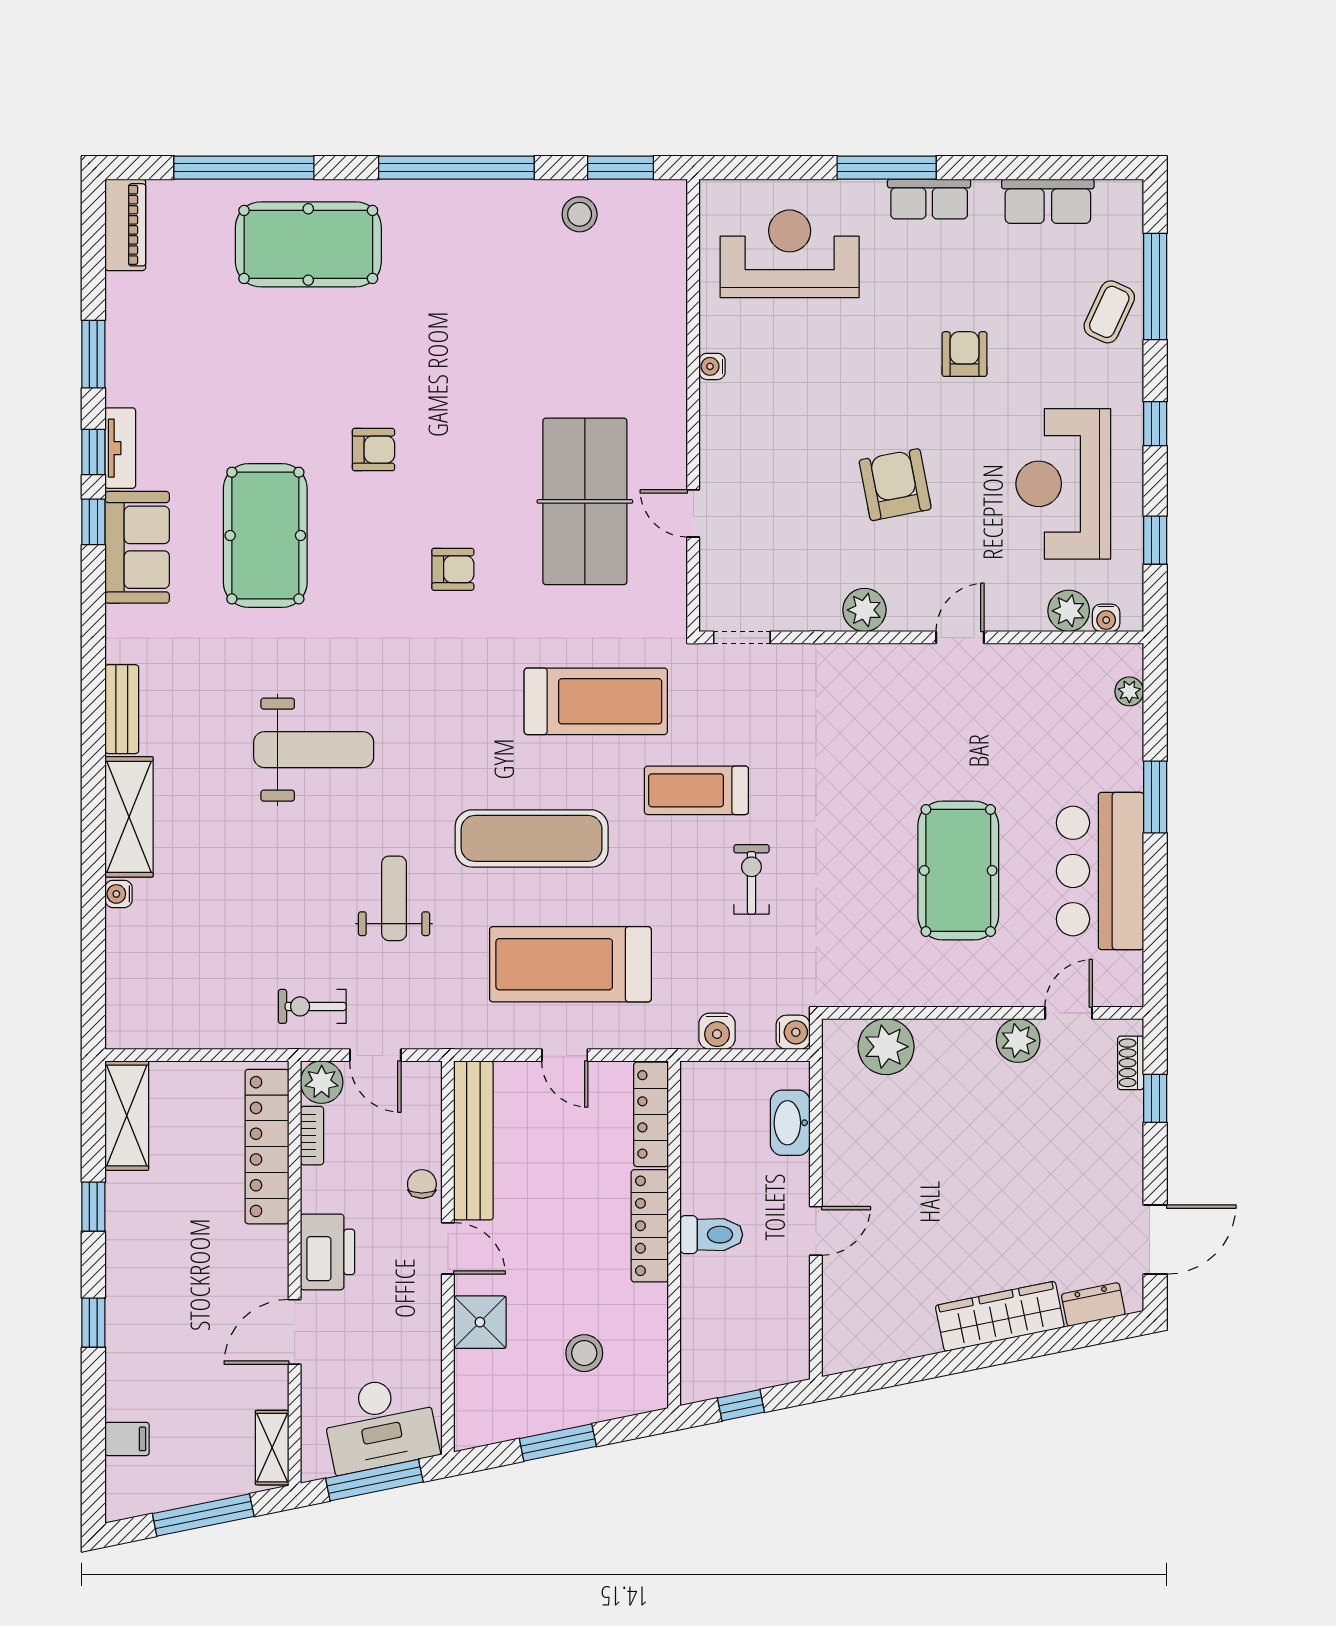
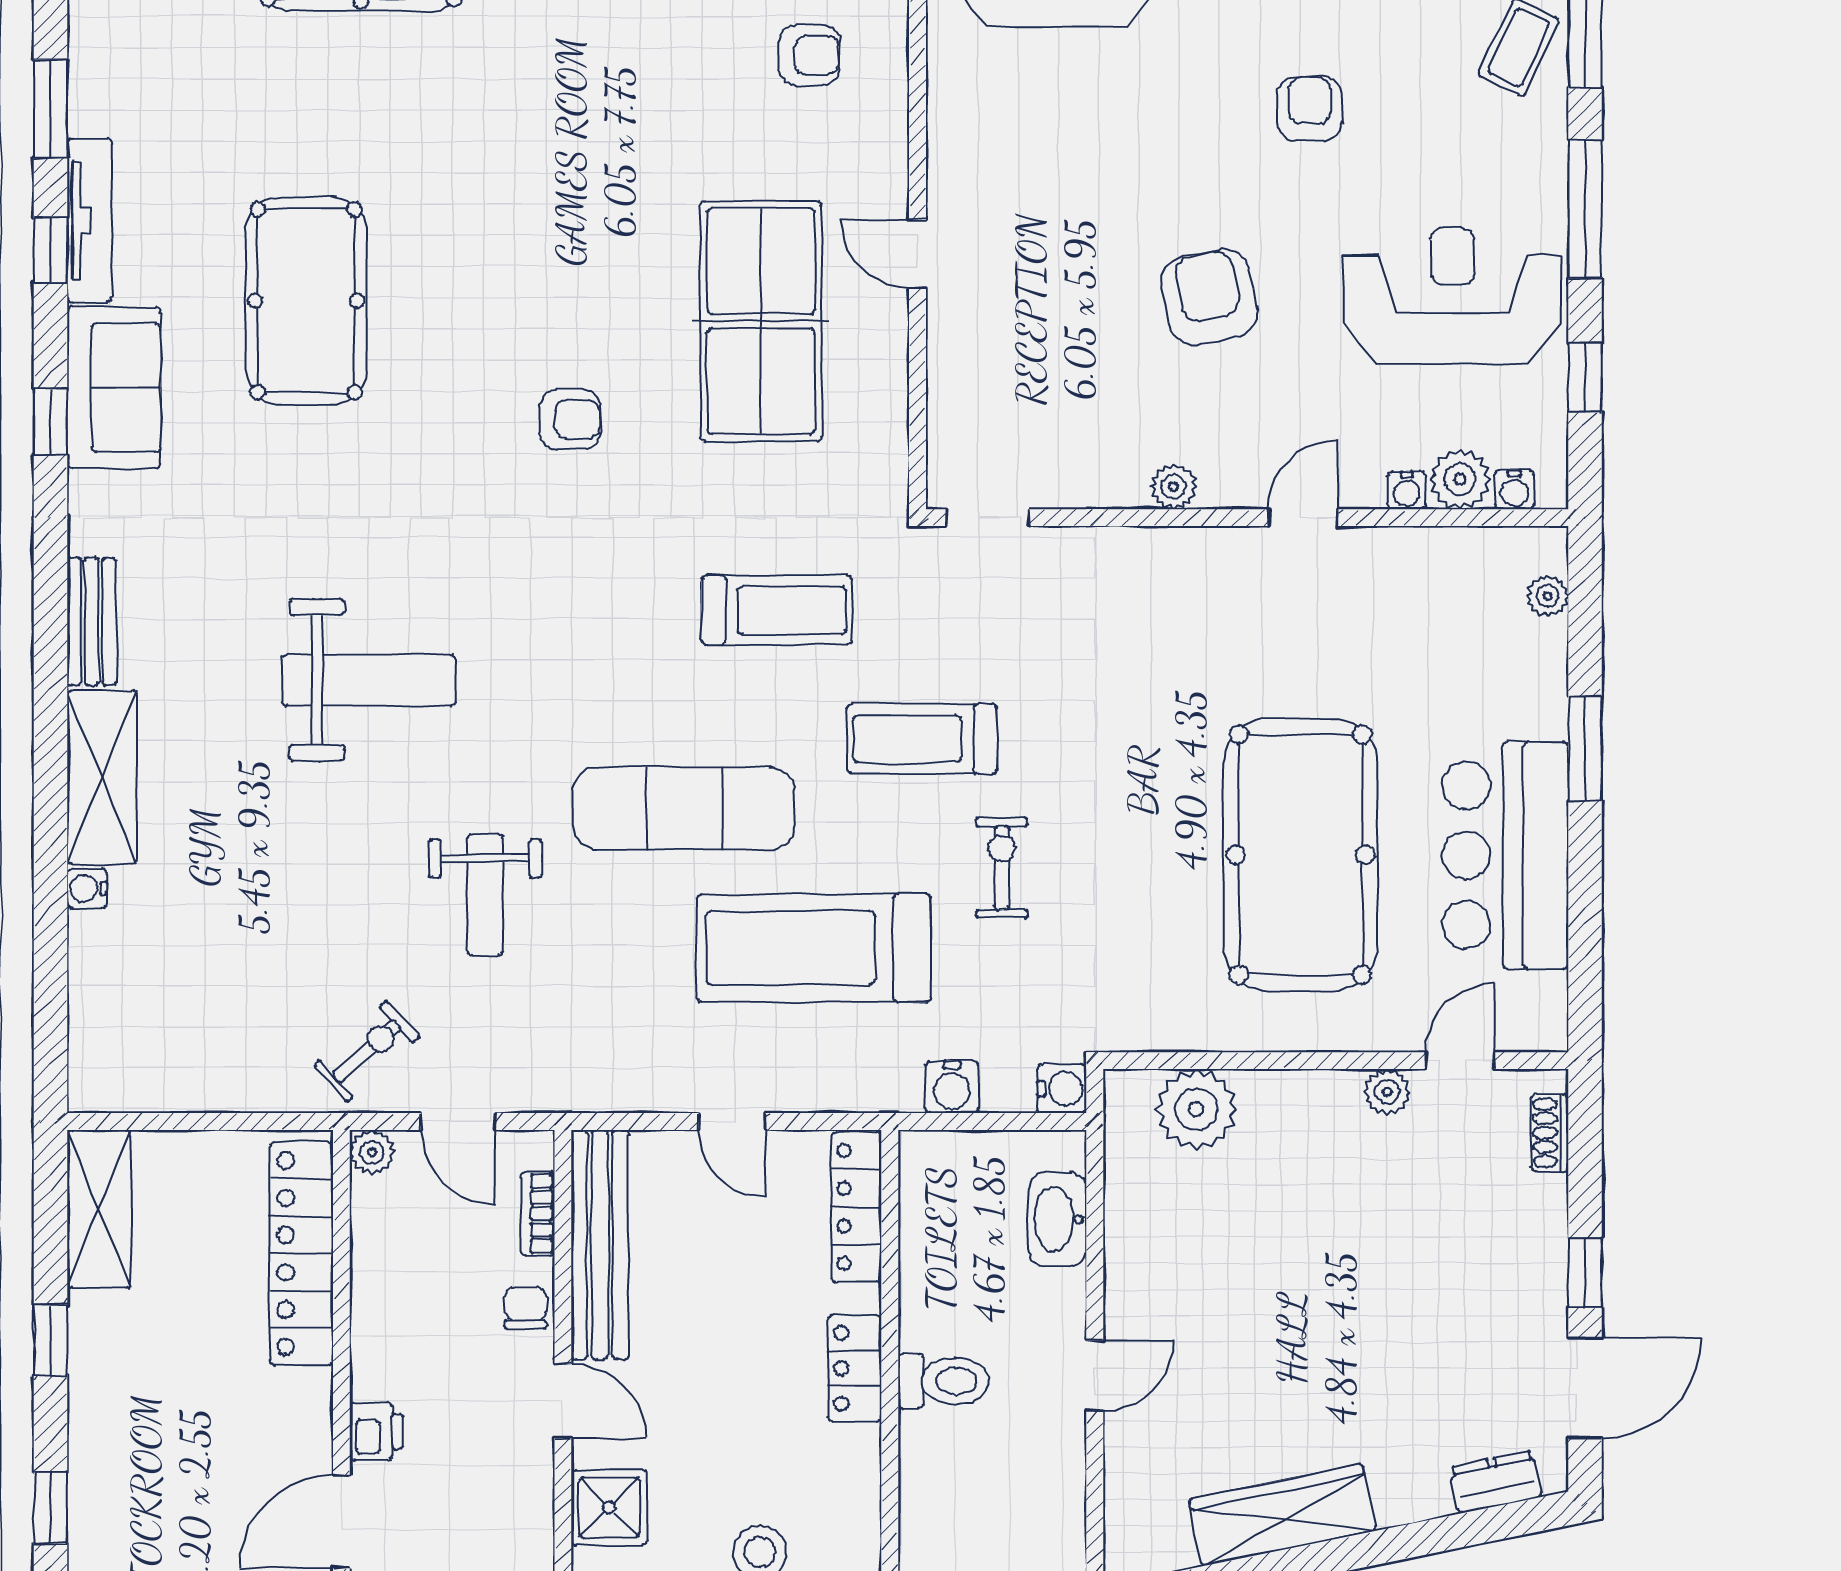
water cooler: (712, 366) -> (1407, 490), moved, turned -90
window: (1155, 424) -> (1585, 209), width x2.17
tv unit: (120, 448) -> (89, 220), width x1.41
armchair: (373, 450) -> (809, 55), moved
reception desk: (1063, 484) -> (1452, 296), turned 90
door: (693, 513) -> (918, 254), moved
window: (93, 522) -> (50, 421), moved
pool table: (265, 536) -> (306, 301), moved
plant: (864, 610) -> (1173, 487), width x0.73, depth x0.73
treadmill: (596, 701) -> (777, 610), width x0.73, depth x0.73
pool table: (958, 870) -> (1300, 855), width x1.36, depth x1.32
weight bench: (394, 898) -> (485, 895), turned 180
treadmill: (570, 964) -> (814, 948), moved
exercise bike: (312, 1006) -> (367, 1051), turned 138
plant: (1018, 1041) -> (1387, 1092), width x0.73, depth x0.73
plant: (322, 1082) -> (372, 1152), width x0.73, depth x0.73
window: (1155, 1098) -> (1585, 1273), moved
bookcase: (312, 1136) -> (538, 1214), moved, turned 180
locker: (650, 1226) -> (855, 1368), width x0.66
printer: (328, 1252) -> (376, 1431), width x0.53, depth x0.68
wardrobe: (1000, 1316) -> (1282, 1515), moved

